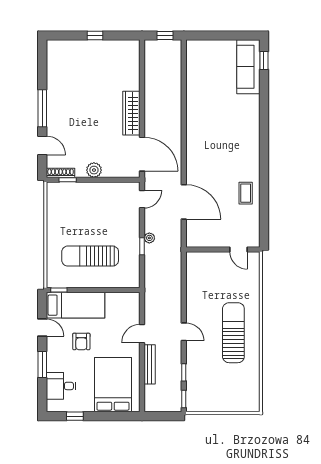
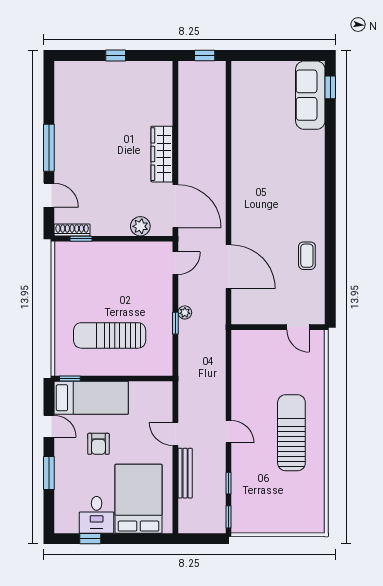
plant: (94, 170) -> (140, 226), moved
door: (142, 334) -> (175, 434), hinge flipped
desk: (61, 386) -> (97, 515), moved, turned -90

